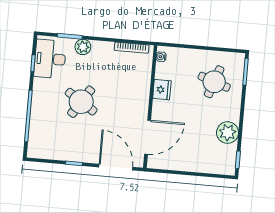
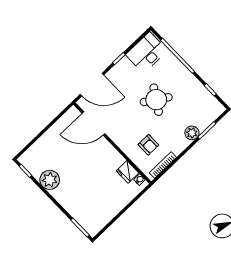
desk: (50, 59) -> (147, 53), moved, turned -90
armchair: (125, 75) -> (148, 145), added
round table: (214, 82) -> (92, 201), removed
fridge: (162, 90) -> (128, 172), moved
door: (148, 137) -> (93, 123), hinge flipped

